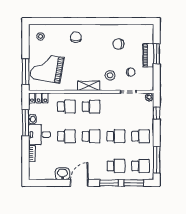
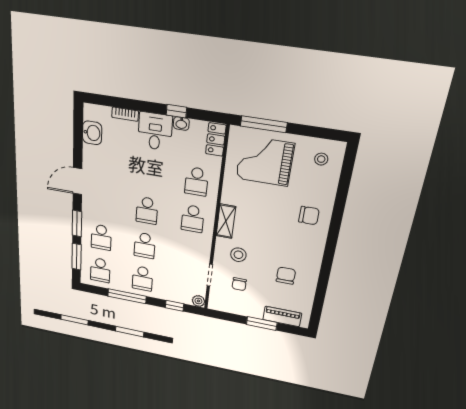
piano: (148, 55) -> (282, 316), moved
grand piano: (47, 68) -> (265, 161), turned -100
window: (26, 123) -> (176, 111), width x0.46
school desk: (66, 136) -> (149, 174), removed
window: (157, 160) -> (127, 296), moved
washbasin: (63, 174) -> (92, 133), moved
door: (79, 183) -> (77, 181), swing flipped

